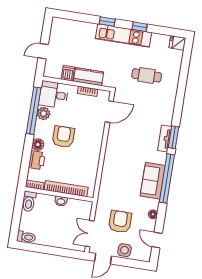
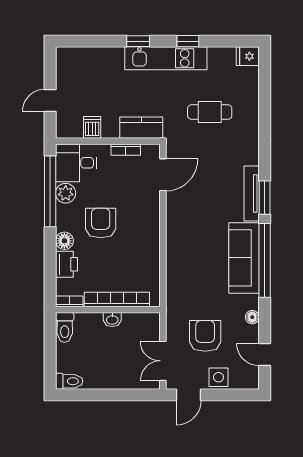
kitchen counter: (88, 77) -> (141, 128), moved
tv unit: (165, 138) -> (252, 193), width x1.41
sofa: (153, 181) -> (244, 258), width x1.36

